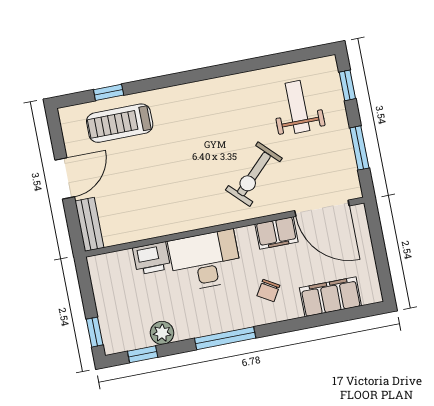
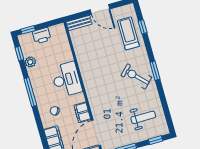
window: (202, 74) -> (155, 71), added
exercise bike: (254, 174) -> (136, 76), moved
printer: (152, 258) -> (42, 36), moved, turned -90

